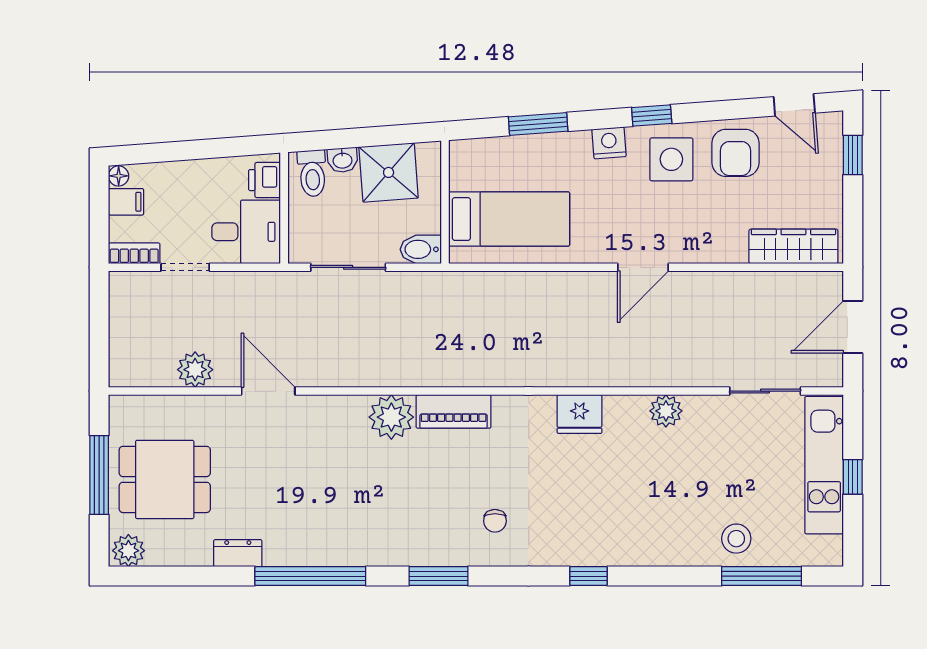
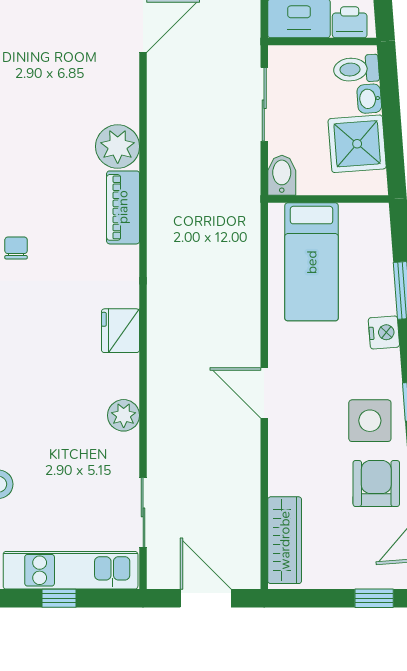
nightstand: (609, 143) -> (384, 332), moved
armchair: (736, 153) -> (376, 483), turned 90
chair: (495, 521) -> (16, 248), turned 90

